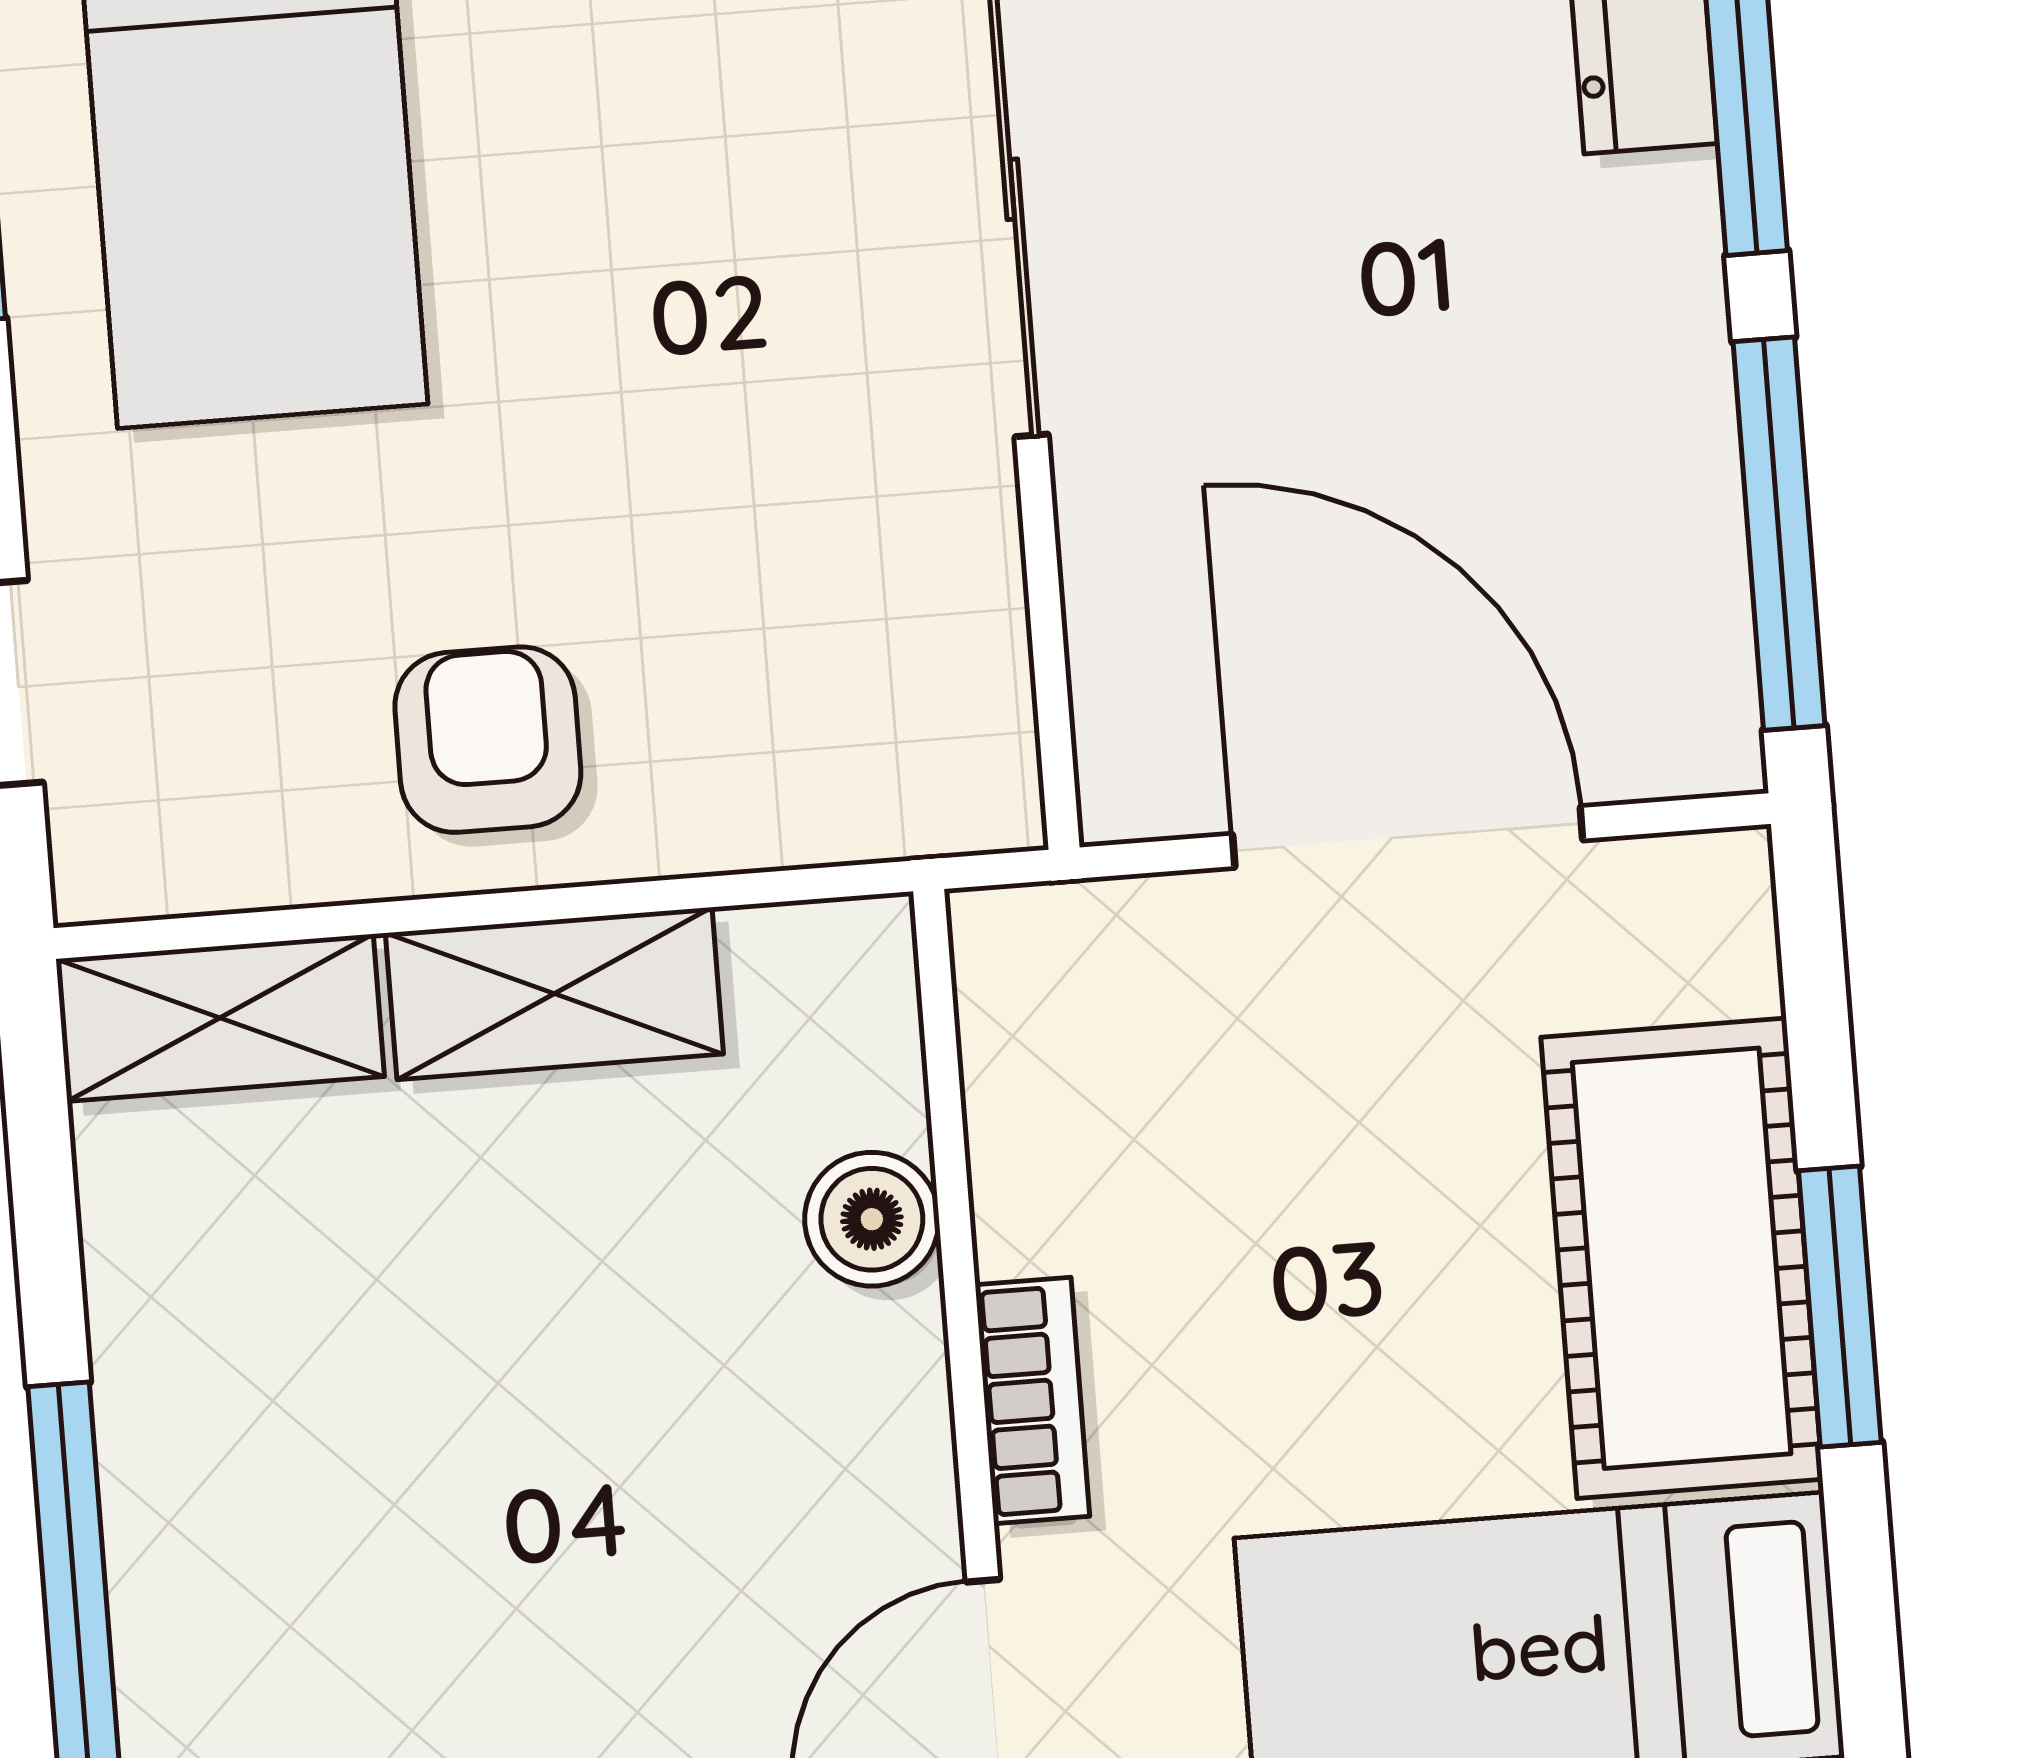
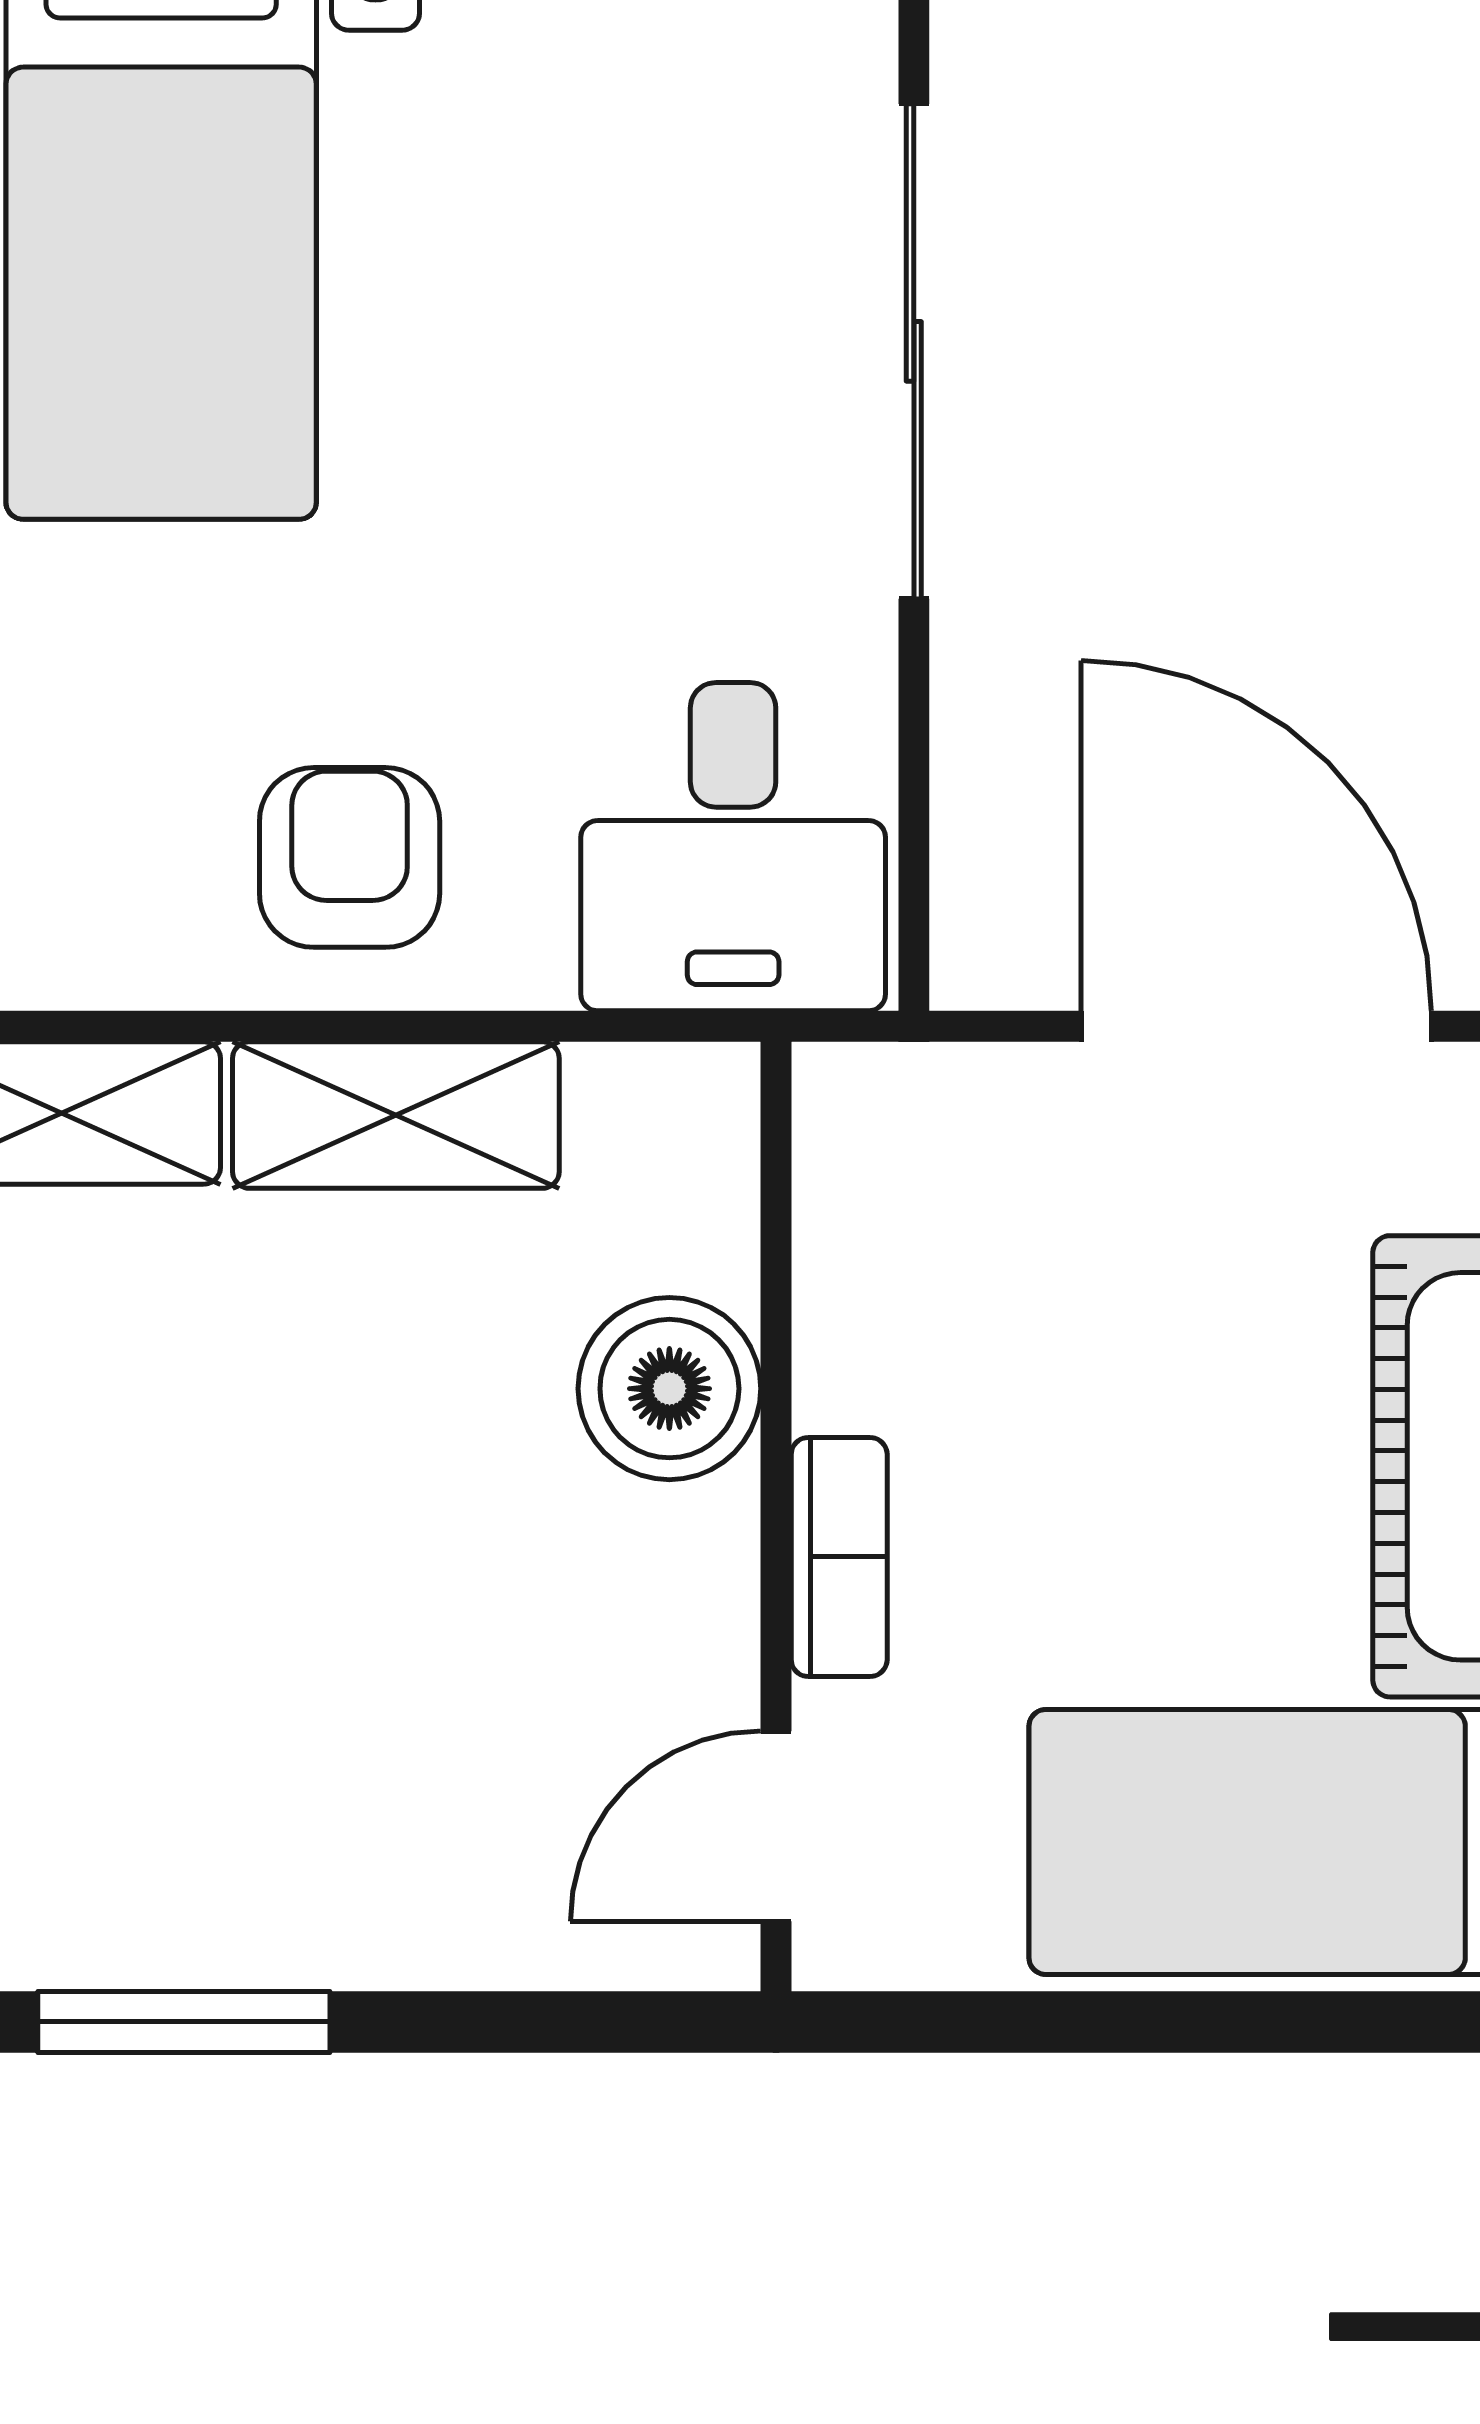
desk: (870, 699) -> (733, 847), added
boiler: (872, 1219) -> (669, 1389), width x1.36, depth x1.36

